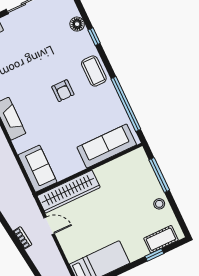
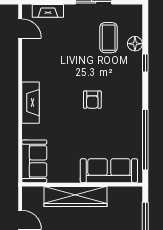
coffee table: (94, 71) -> (109, 38), moved
wardrobe: (69, 192) -> (76, 196), moved

